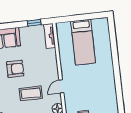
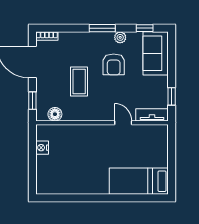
bed: (83, 42) -> (139, 181), moved
door: (61, 86) -> (123, 123), moved

